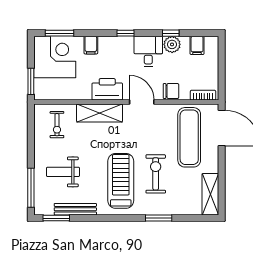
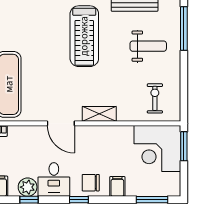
corner desk: (55, 57) -> (157, 149), moved
printer: (107, 89) -> (99, 137), removed
chair: (171, 91) -> (91, 183), moved
shelving: (100, 113) -> (99, 114), width x0.67, depth x0.75
exercise bike: (156, 174) -> (46, 44), removed

